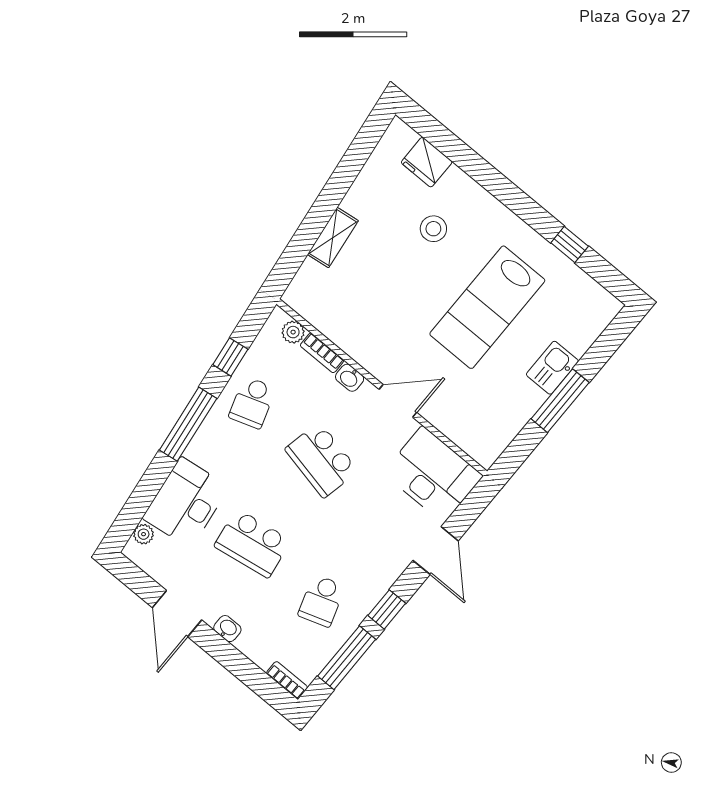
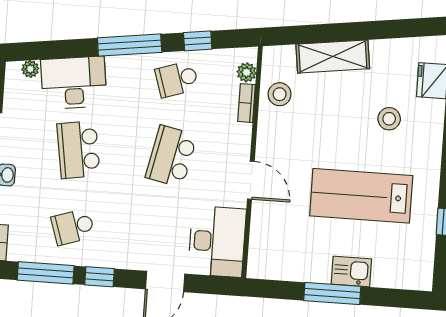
shelving: (333, 238) -> (333, 56), width x1.50, depth x1.33
stool: (336, 316) -> (280, 94), added
washbasin: (350, 378) -> (243, 135), removed

